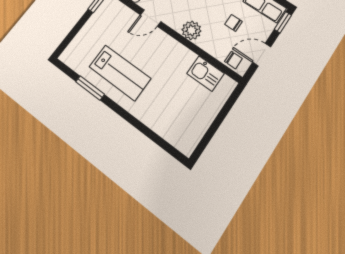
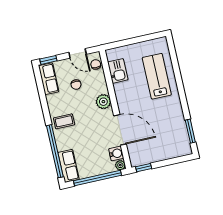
door: (151, 18) -> (120, 130), width x1.87
lab bench: (120, 73) -> (157, 76), moved
window: (90, 88) -> (190, 131), moved

